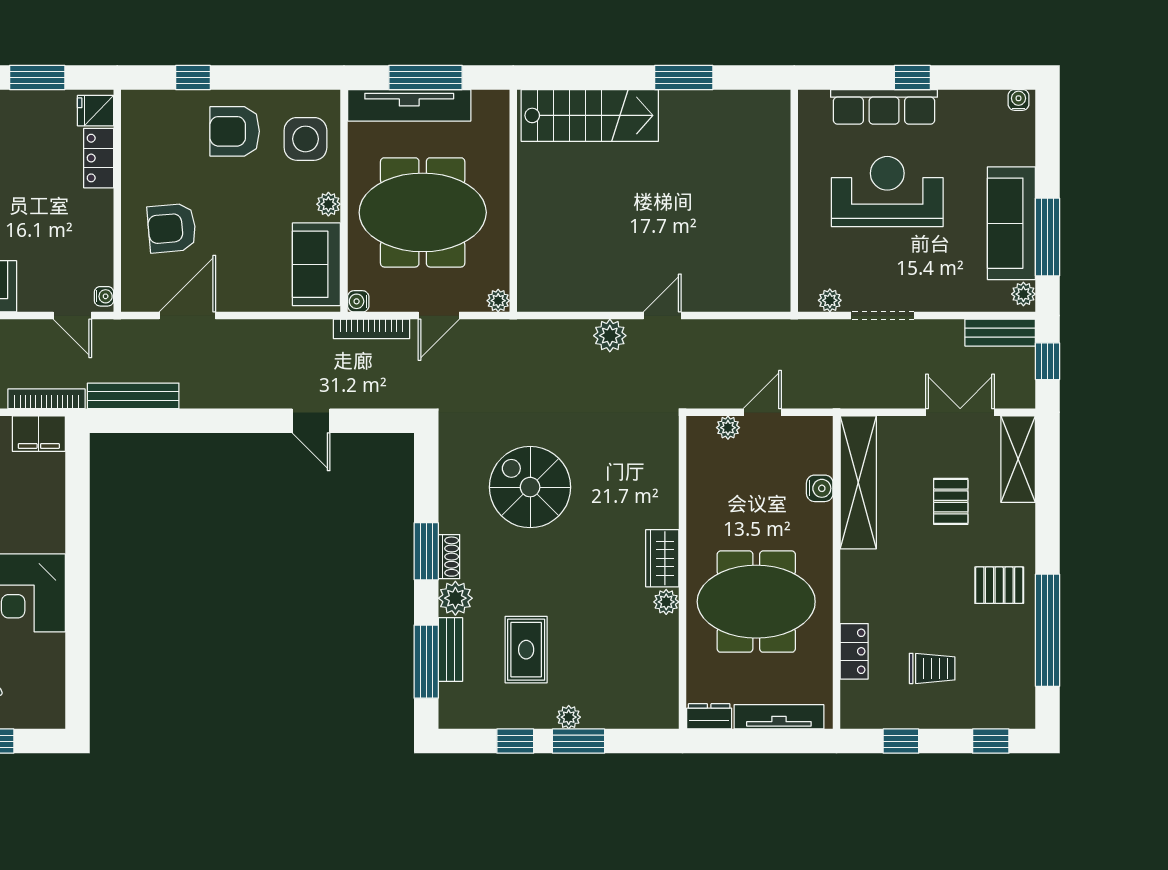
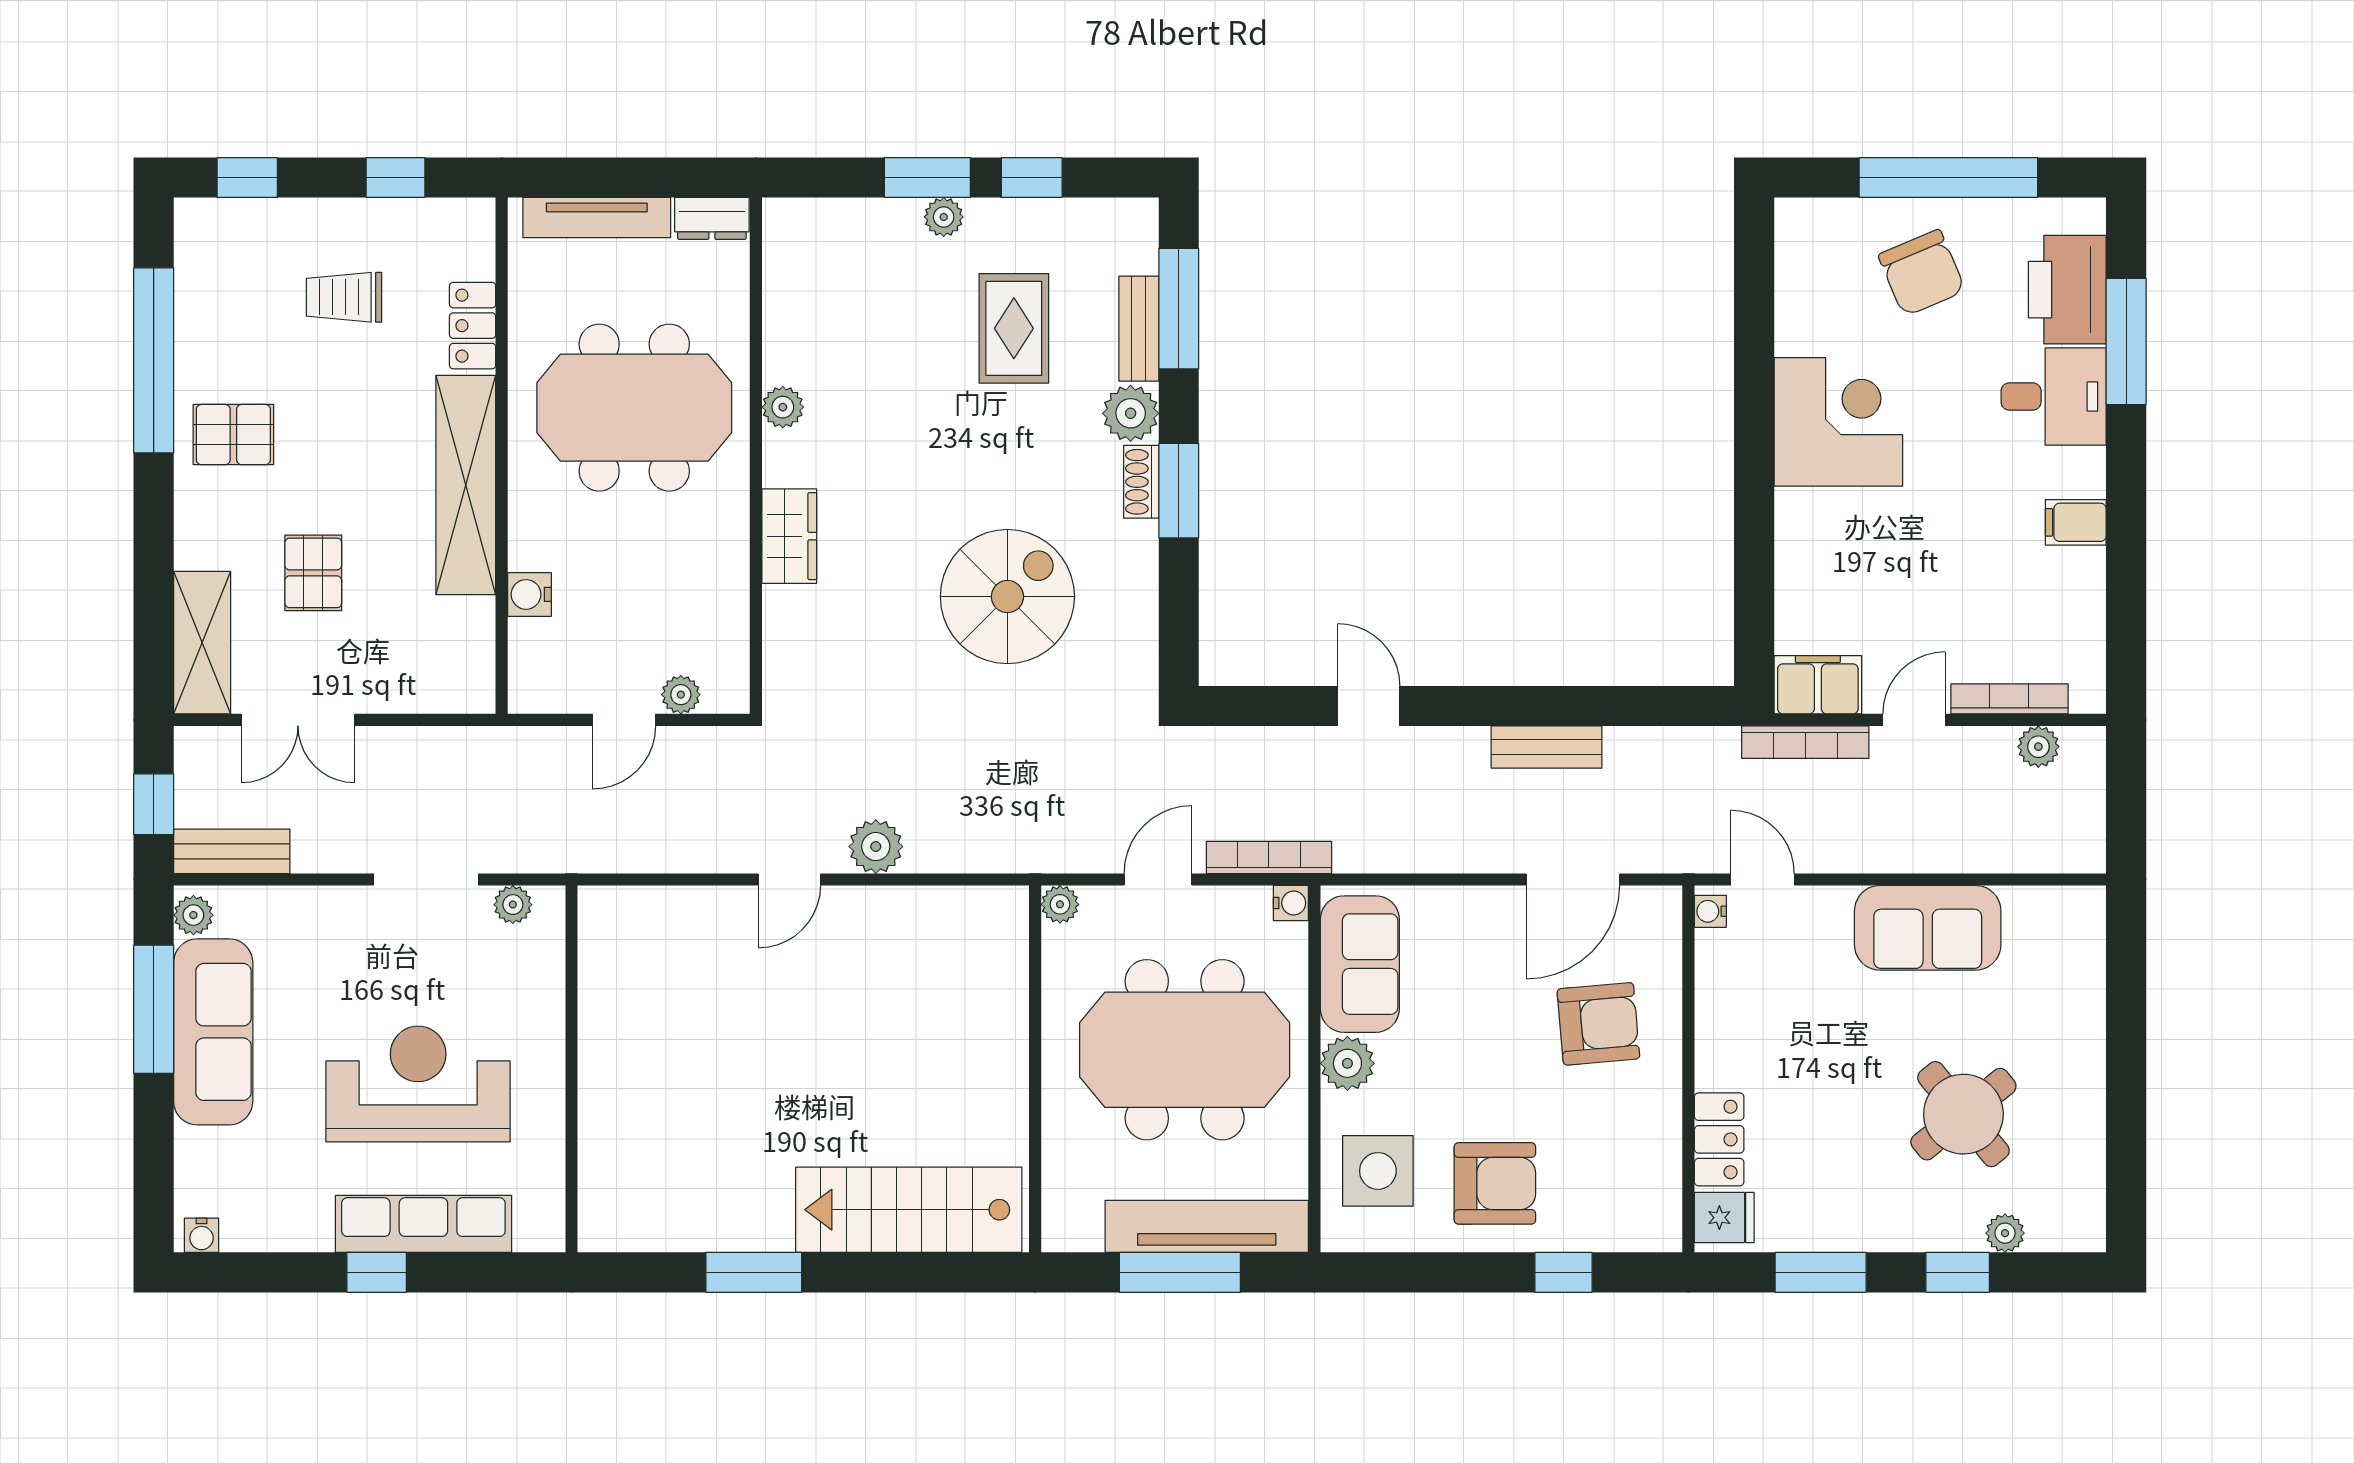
reception desk: (887, 192) -> (418, 1084), turned 180
plant: (328, 204) -> (1347, 1063), width x1.38, depth x1.38
bench: (133, 396) -> (1547, 747), moved, width x0.73
shelving: (858, 482) -> (466, 485), moved
spiral stairs: (530, 487) -> (1007, 597), turned -90
wardrobe: (662, 558) -> (789, 536), moved

